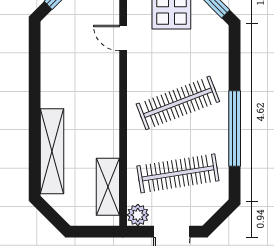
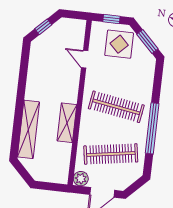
clothes rail: (178, 103) -> (116, 107), turned 30
shelving: (108, 187) -> (67, 123), moved

